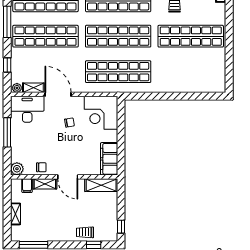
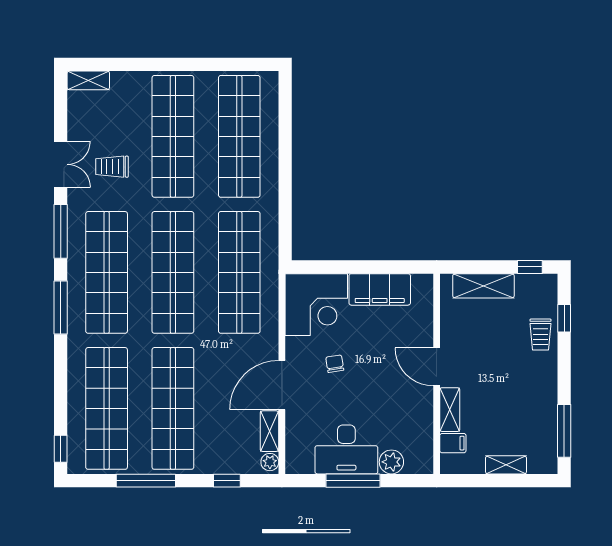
shop shelf: (191, 72) -> (239, 136), added
desk: (27, 109) -> (346, 449), moved, turned -90
filing cabinet: (109, 159) -> (380, 289), moved
chair: (41, 167) -> (419, 416), removed
plant: (17, 169) -> (391, 462), moved
door: (68, 177) -> (437, 367), swing flipped
shelving: (101, 185) -> (483, 286), moved, turned 90

